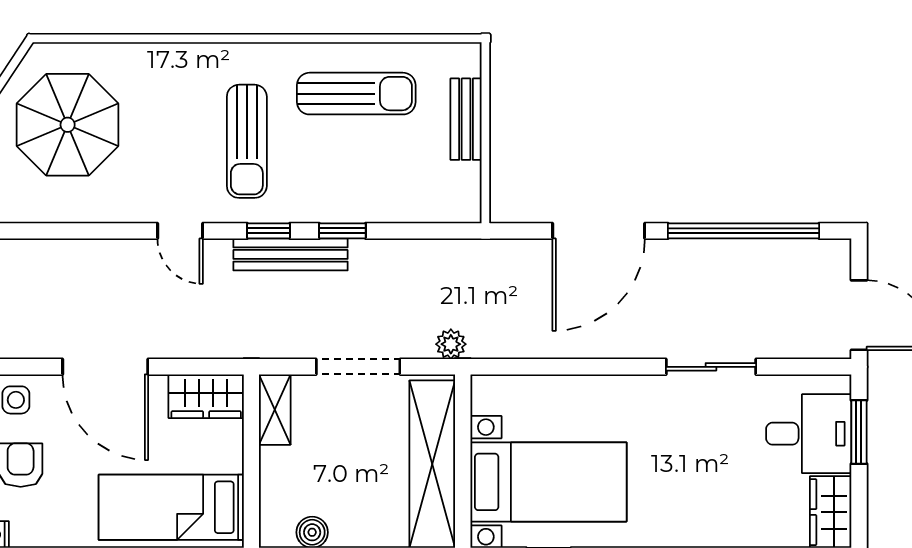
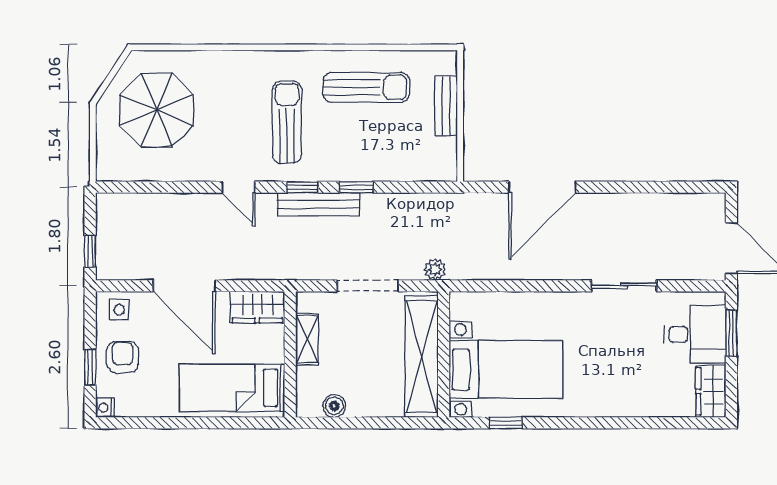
sun lounger: (247, 141) -> (287, 122), turned 180
window: (743, 231) -> (648, 187), removed
shelving: (275, 410) -> (307, 339), moved

